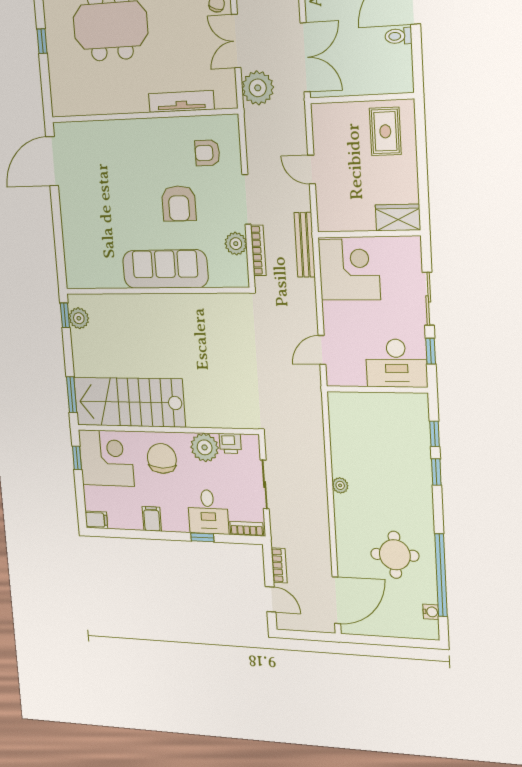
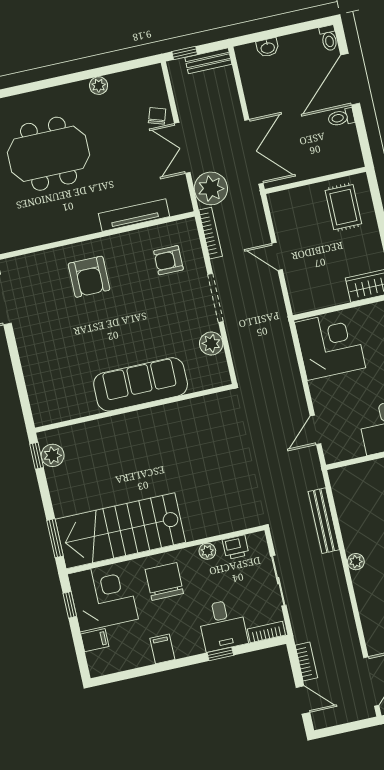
armchair: (179, 203) -> (89, 277), moved
bench: (305, 245) -> (324, 521), moved
bookcase: (258, 250) -> (210, 233), moved
plant: (205, 447) -> (207, 551), width x0.53, depth x0.53
filing cabinet: (96, 520) -> (95, 640), moved

